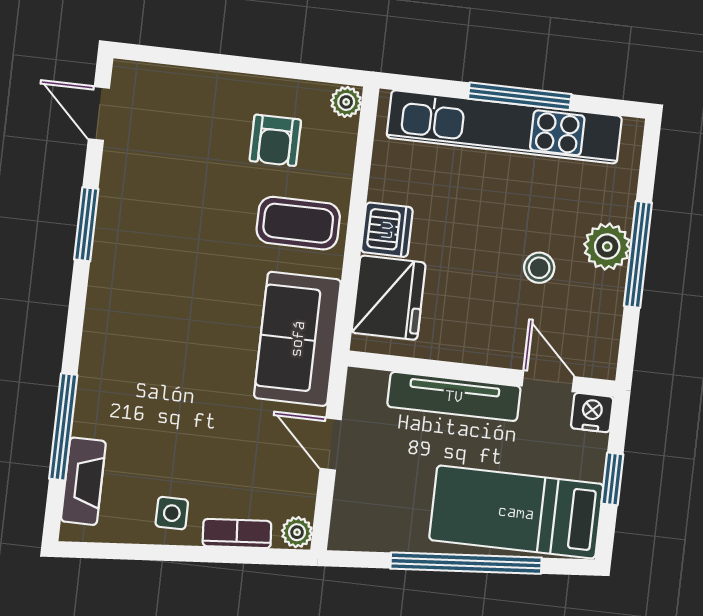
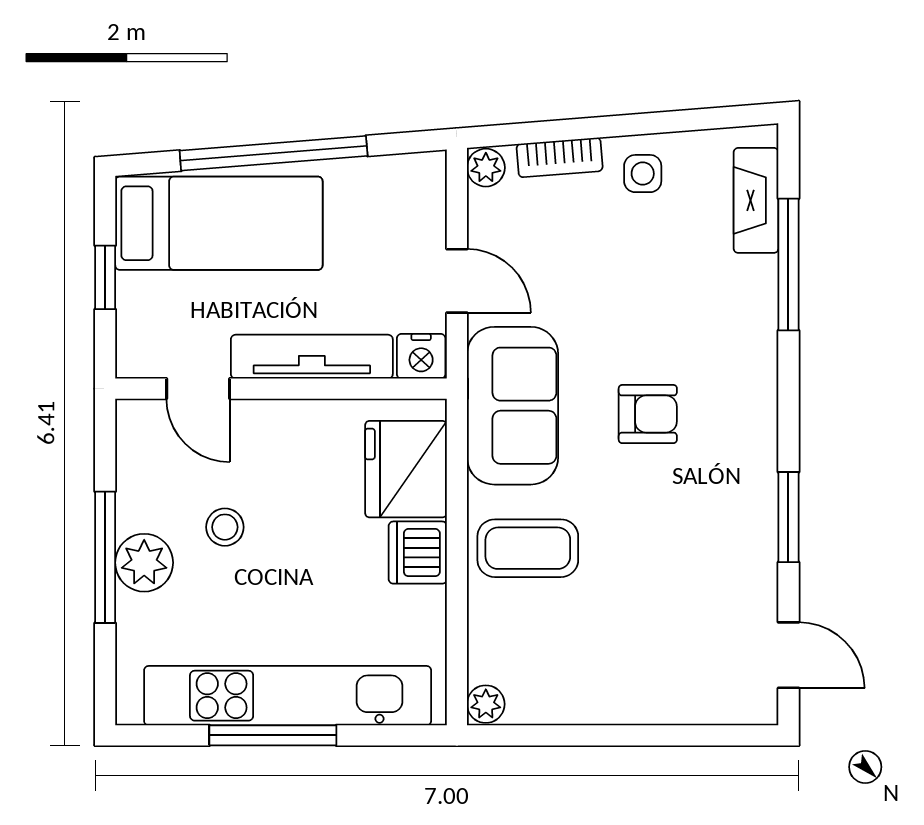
armchair: (275, 140) -> (648, 414), moved, turned 90
nightstand: (592, 413) -> (421, 356), moved

